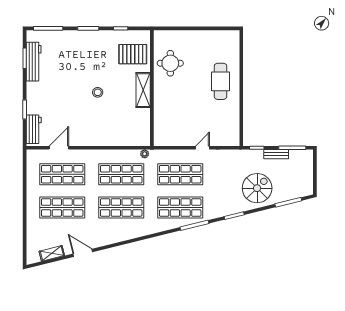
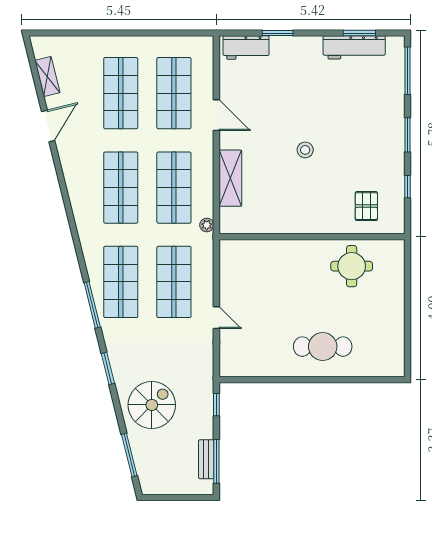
pallet: (133, 54) -> (366, 206), width x0.67, depth x0.71
shelving: (143, 90) -> (230, 178), moved, turned 90
door: (59, 148) -> (216, 115), moved
bench: (276, 154) -> (206, 459), moved
spiral stairs: (257, 188) -> (152, 405), turned -90

